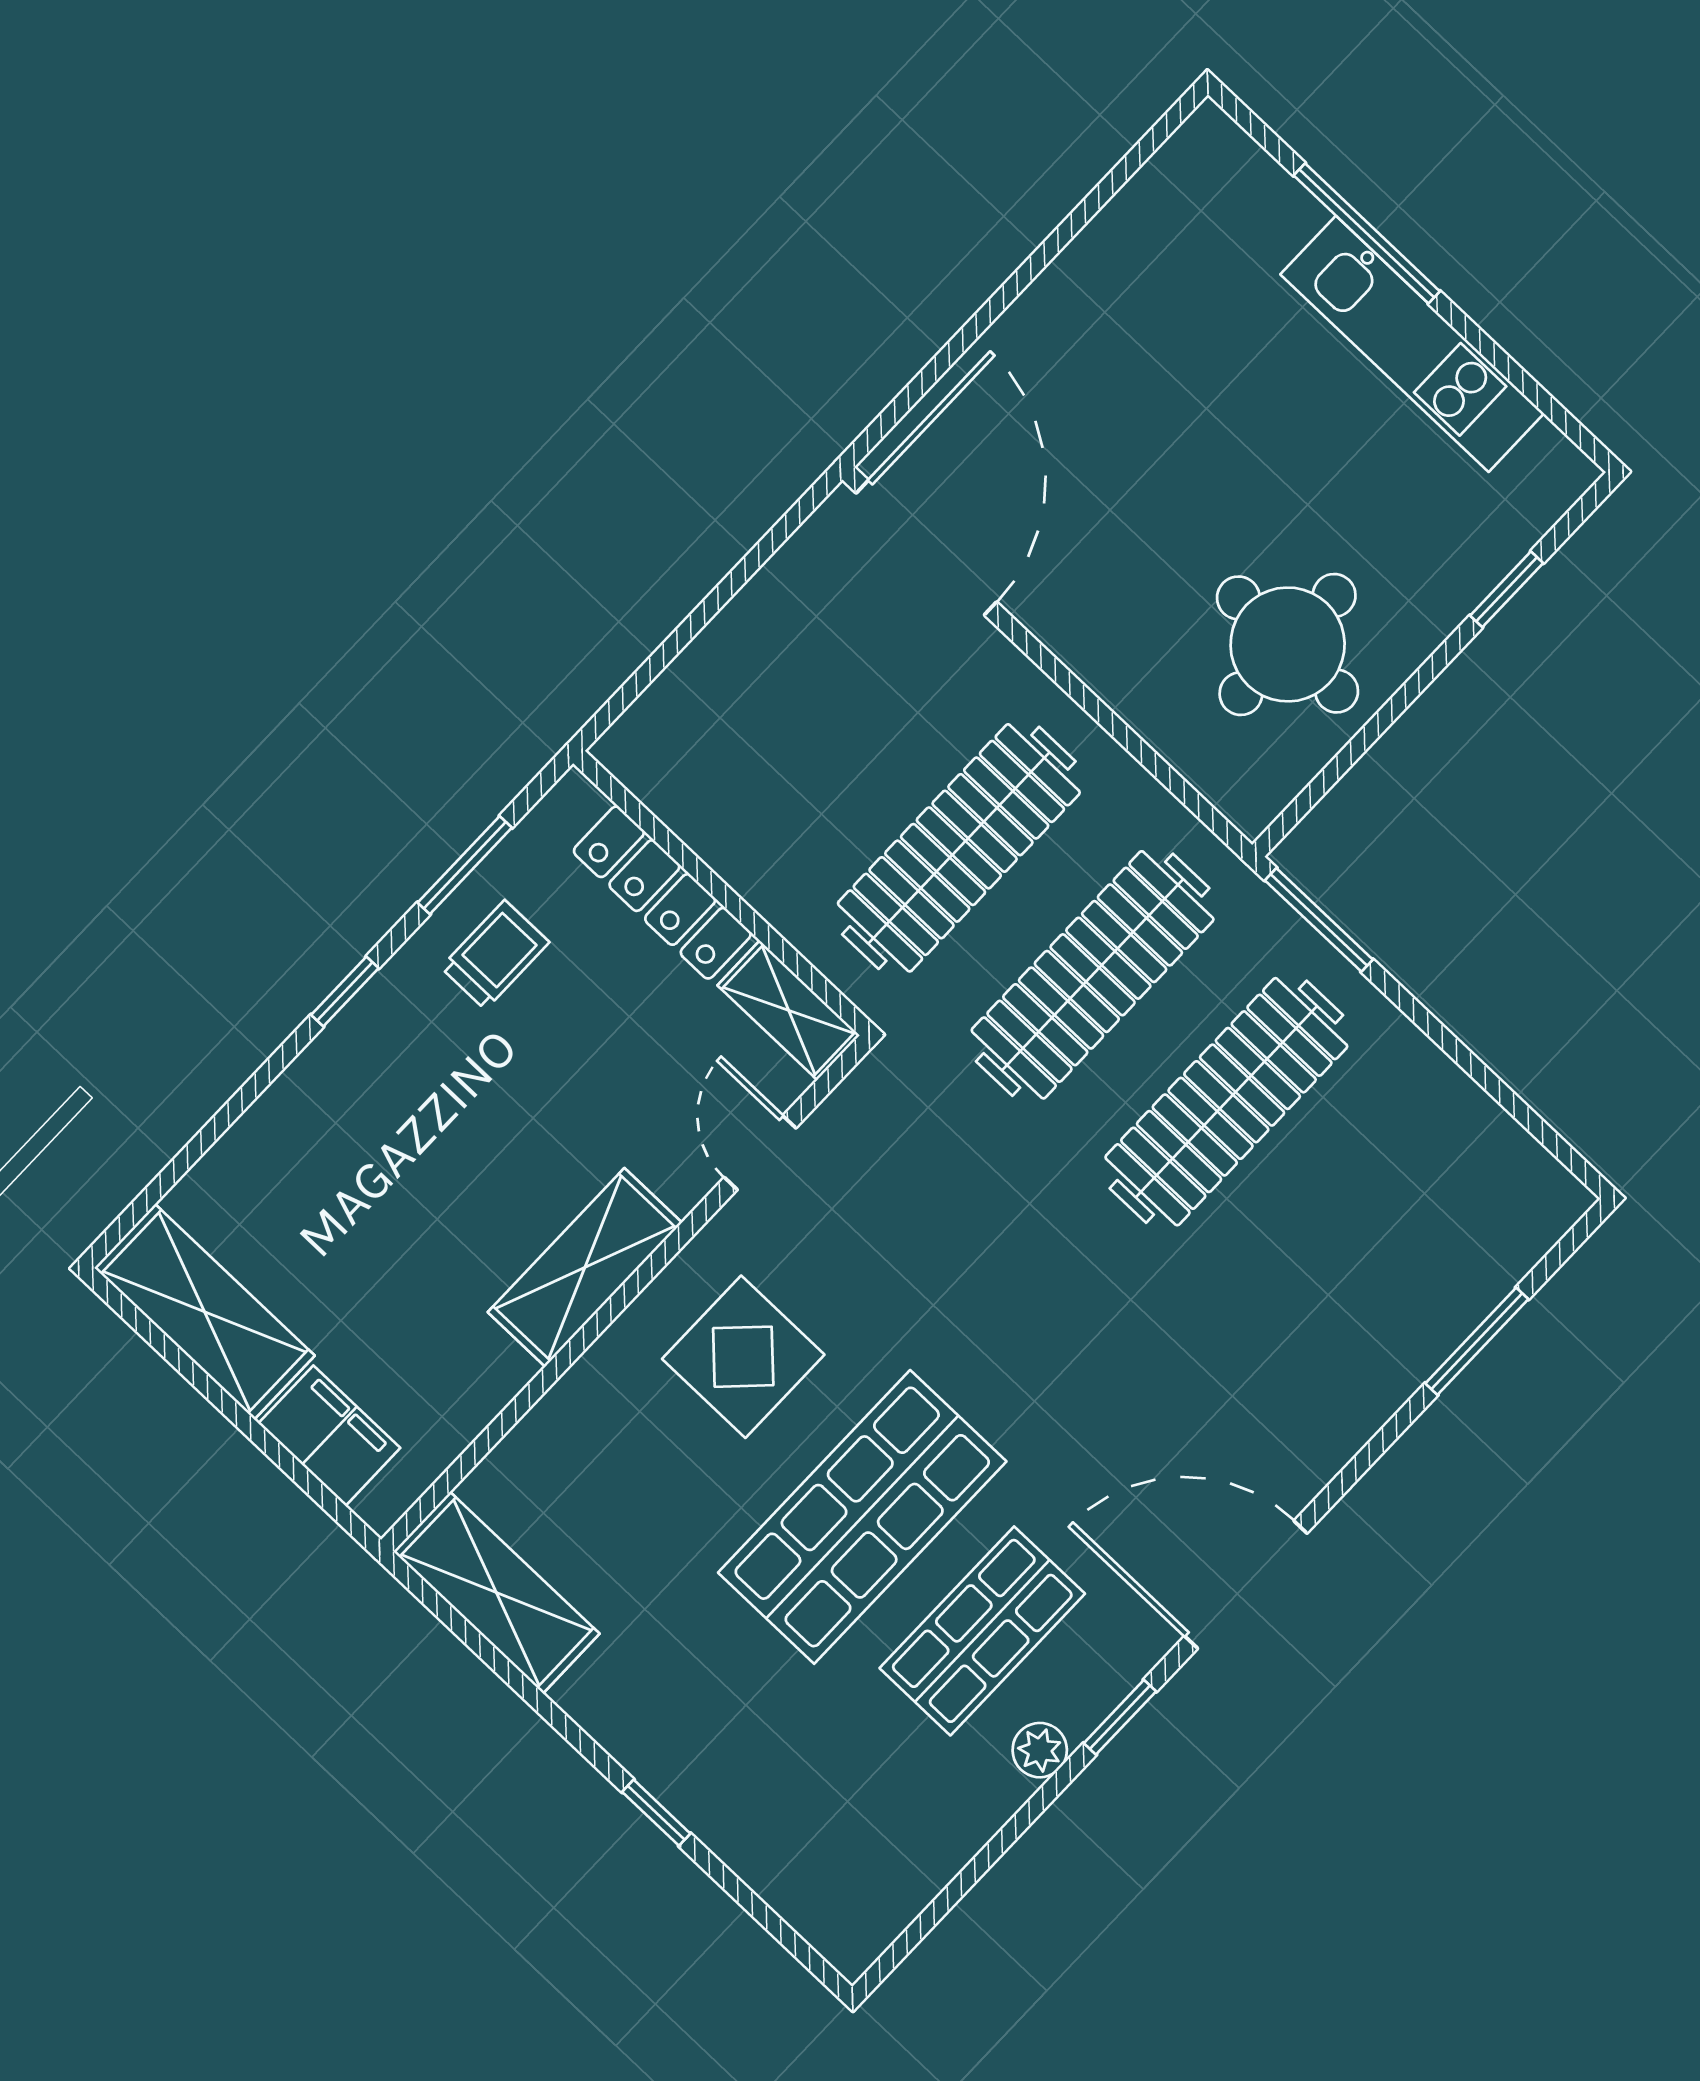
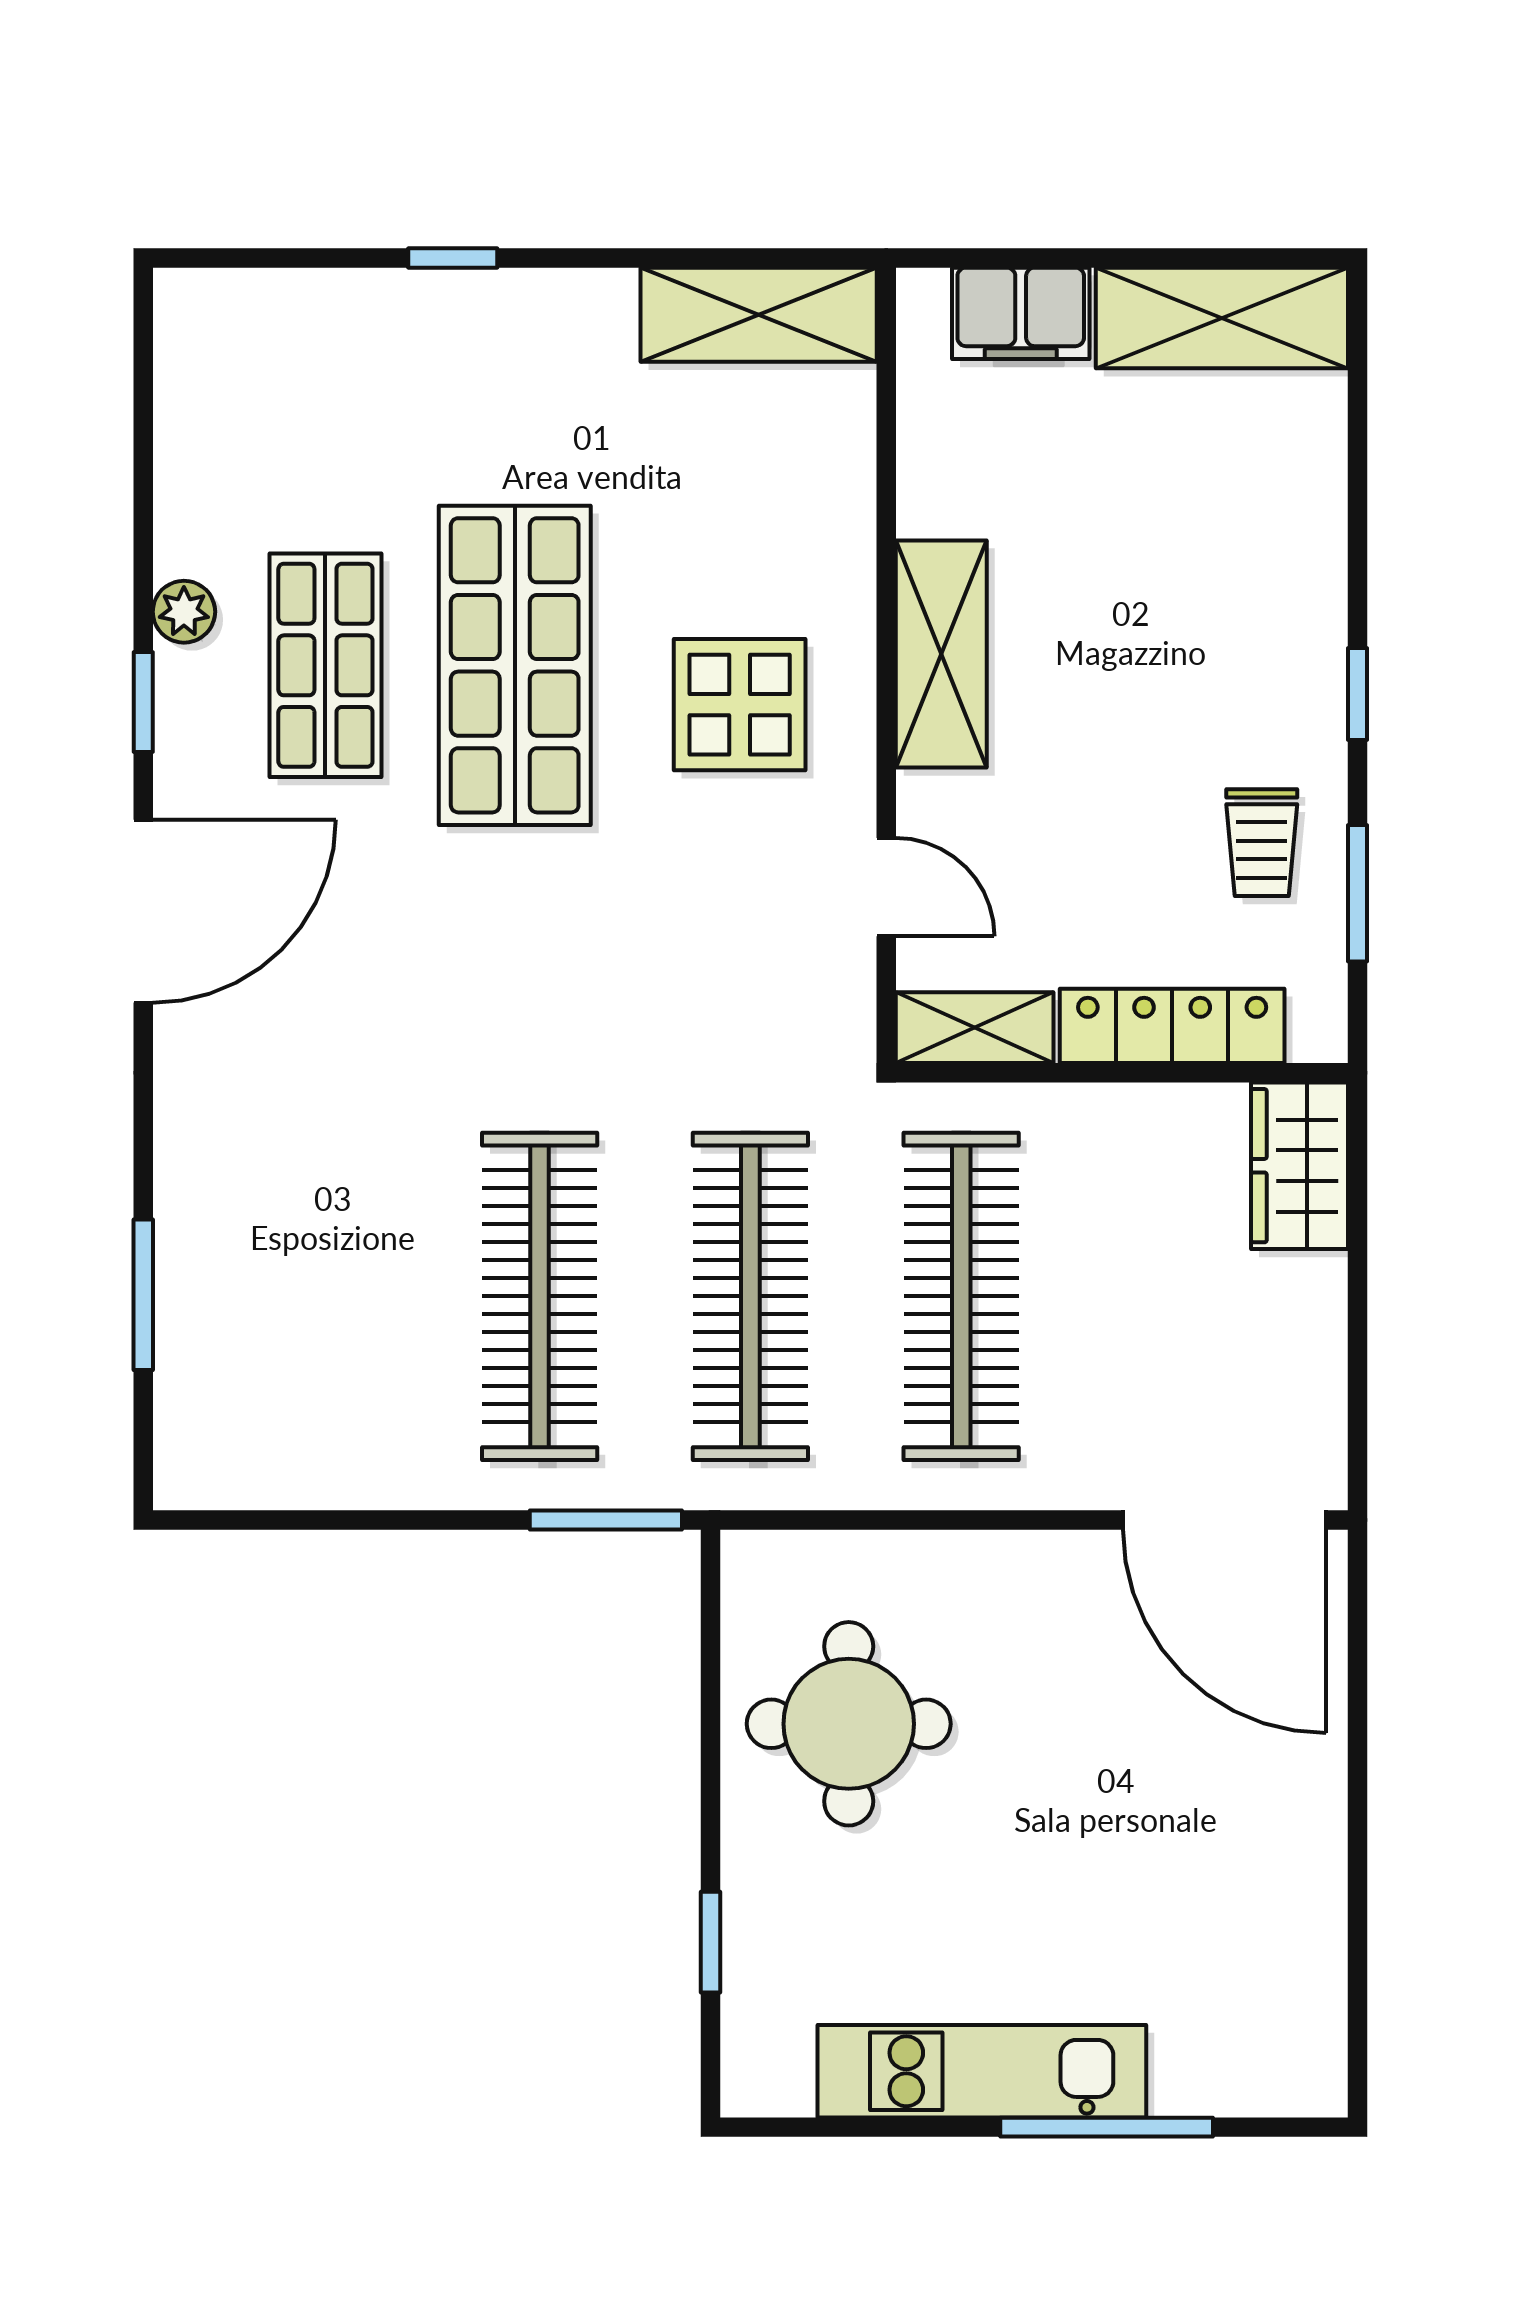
wardrobe: (666, 727) -> (1300, 1166), added

